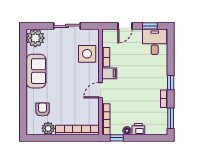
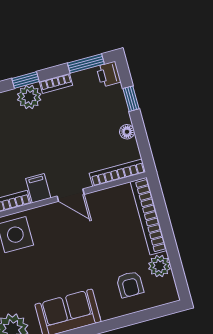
plant: (161, 82) -> (29, 97), added
armchair: (43, 109) -> (130, 284), turned -90
printer: (138, 129) -> (109, 74), moved
window: (117, 138) -> (131, 99), moved

